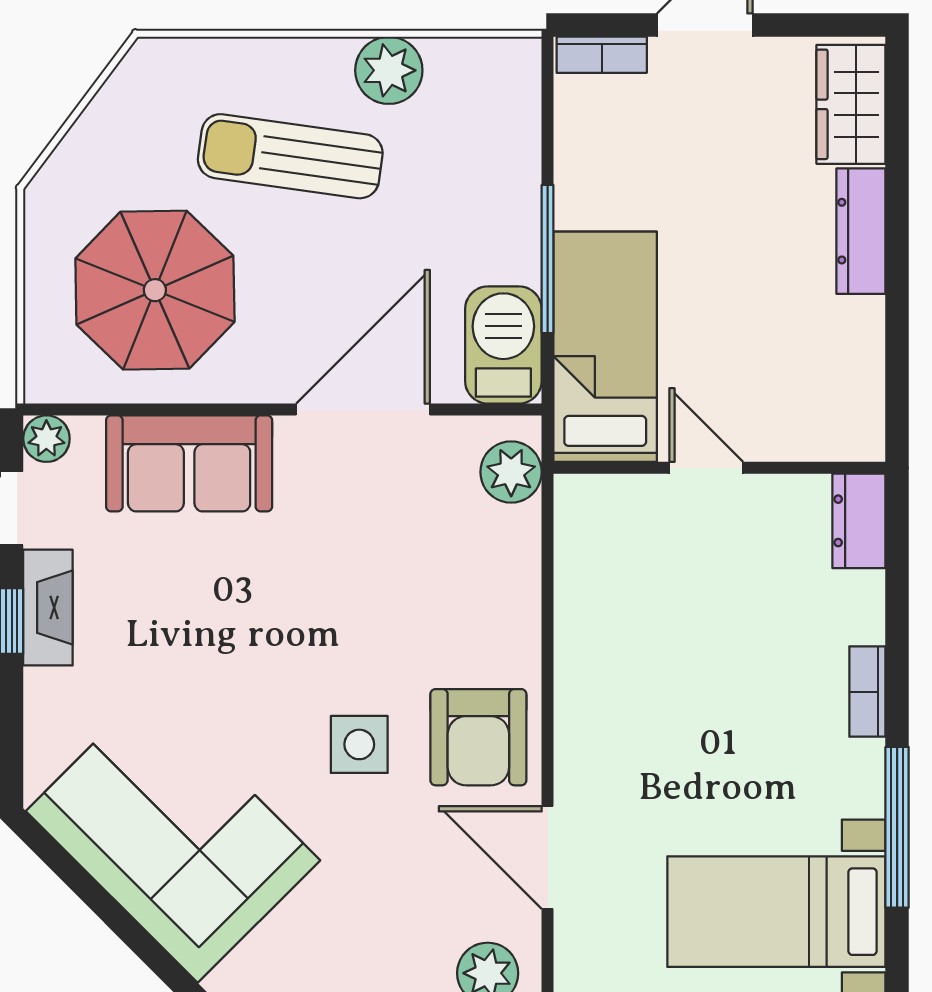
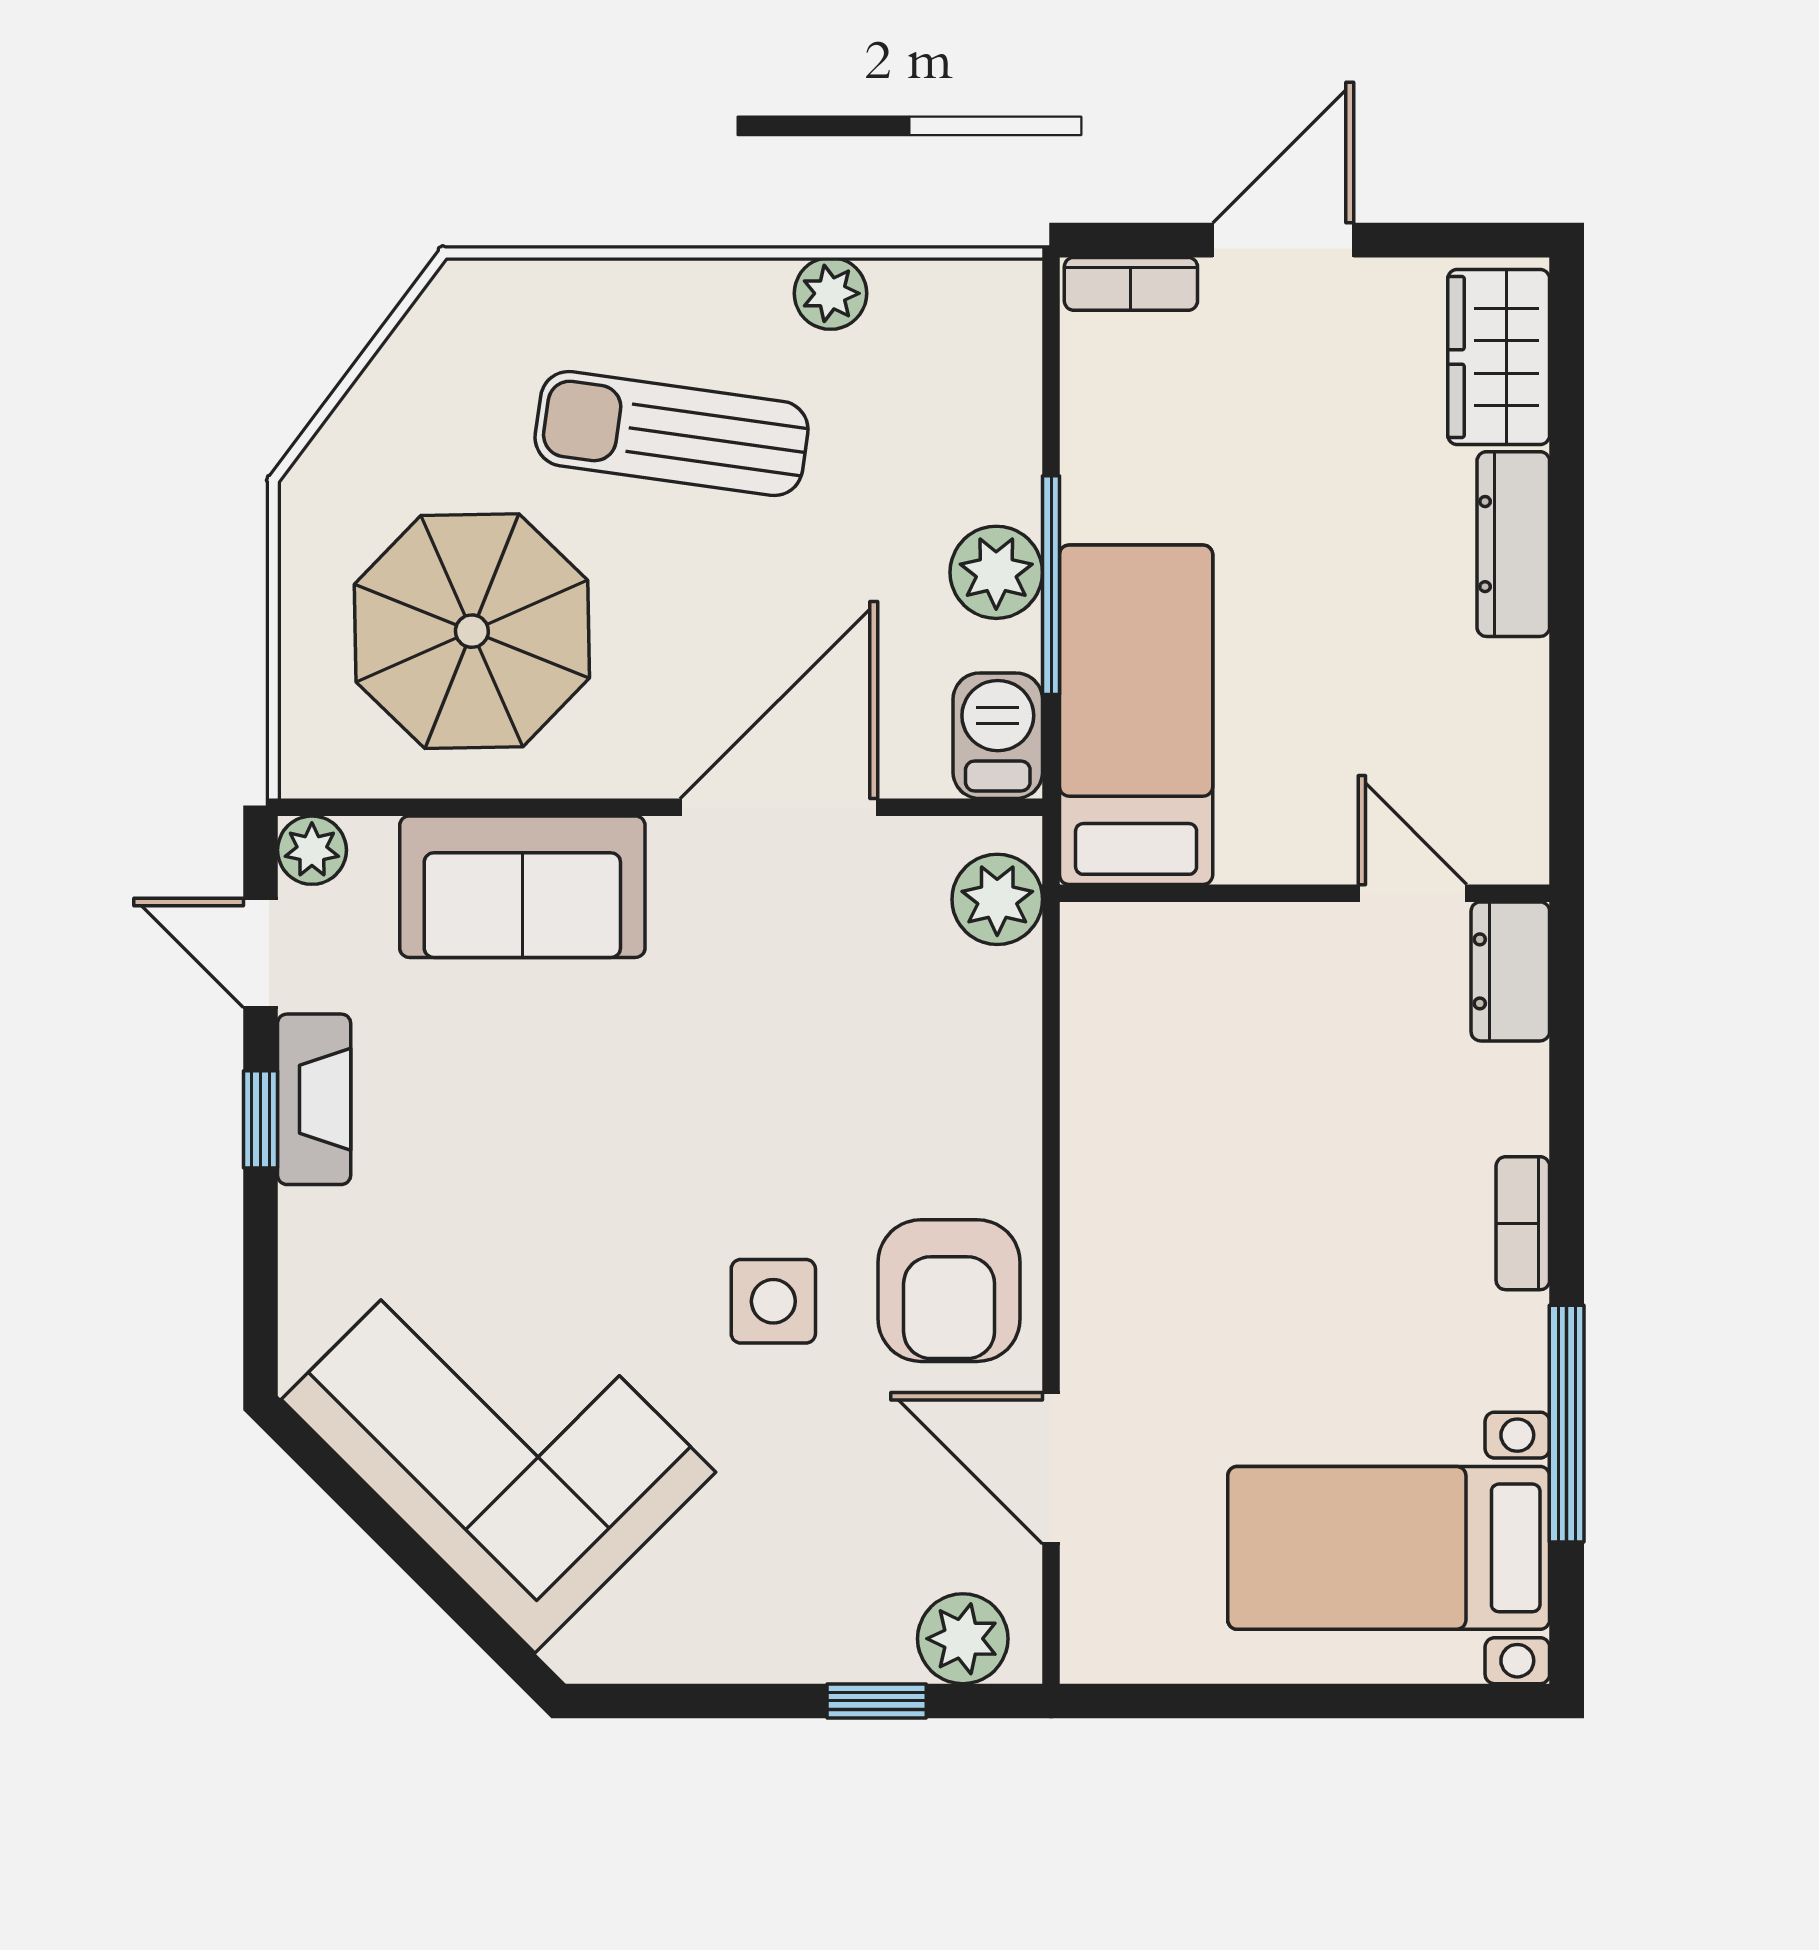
plant: (389, 70) -> (830, 293), width x0.73, depth x0.73
plant: (510, 250) -> (996, 572), added
barbecue: (503, 345) -> (998, 736), width x0.73, depth x0.79
door: (706, 468) -> (1412, 893), moved

